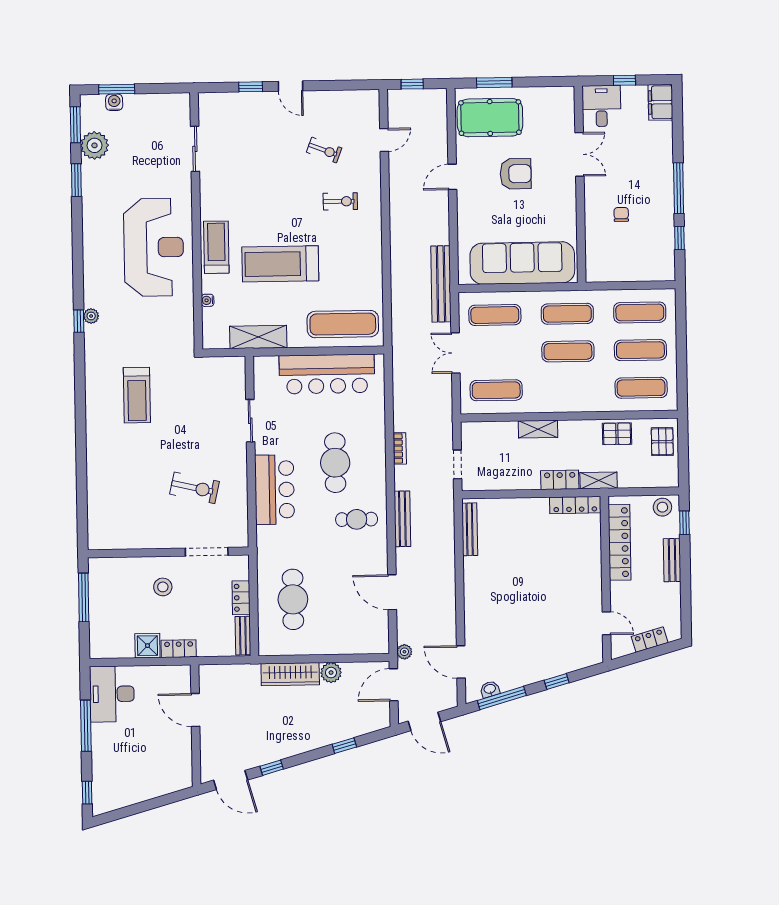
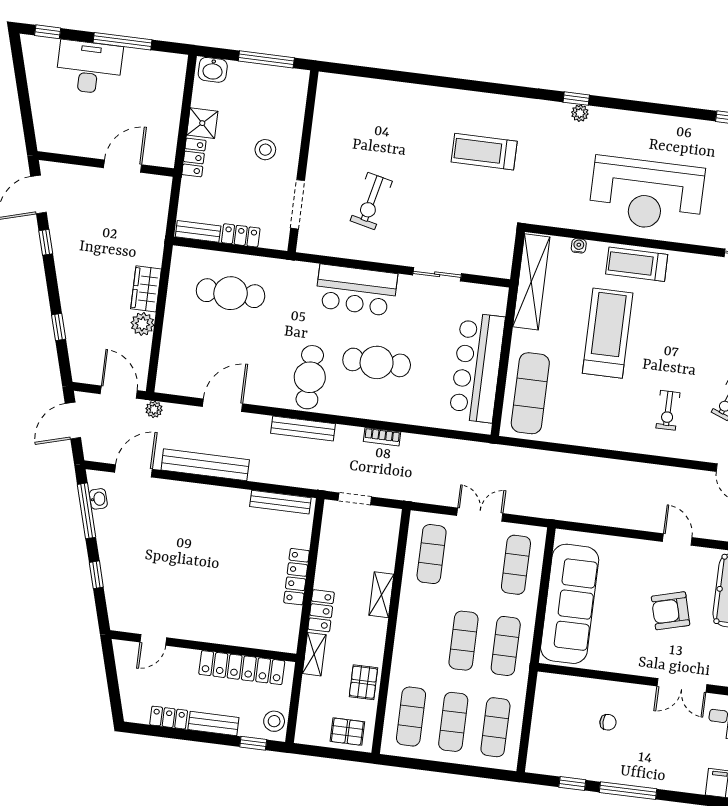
armchair: (516, 174) -> (671, 611), turned 75
treadmill: (216, 247) -> (637, 264), turned 180
bench: (441, 284) -> (205, 465), moved
shelving: (258, 337) -> (531, 282), width x1.47
locker: (575, 505) -> (296, 577), moved
cafe table: (357, 519) -> (310, 377), width x1.37, depth x1.35
locker: (650, 640) -> (169, 718), moved, turned -74
washbasin: (99, 643) -> (213, 70), added
wardrobe: (290, 674) -> (146, 289), width x0.67
desk: (112, 694) -> (89, 67), moved

